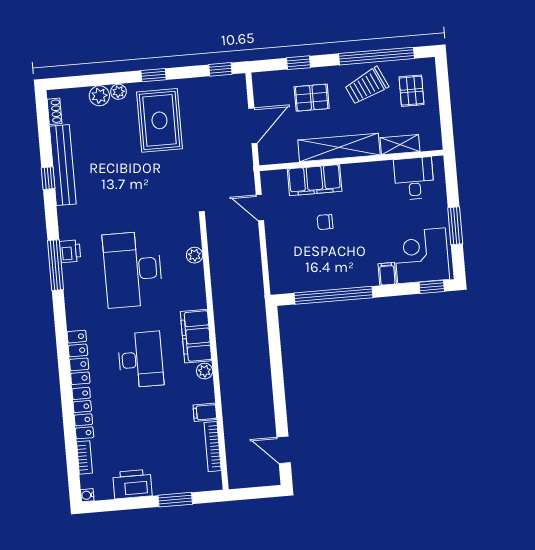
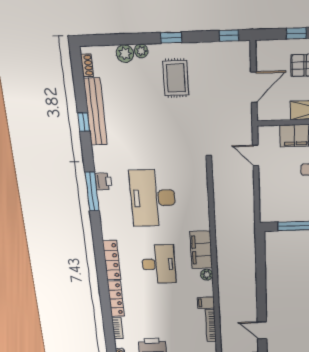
rug: (159, 120) -> (176, 78), width x0.73, depth x0.70
plant: (195, 255) -> (202, 190), removed

